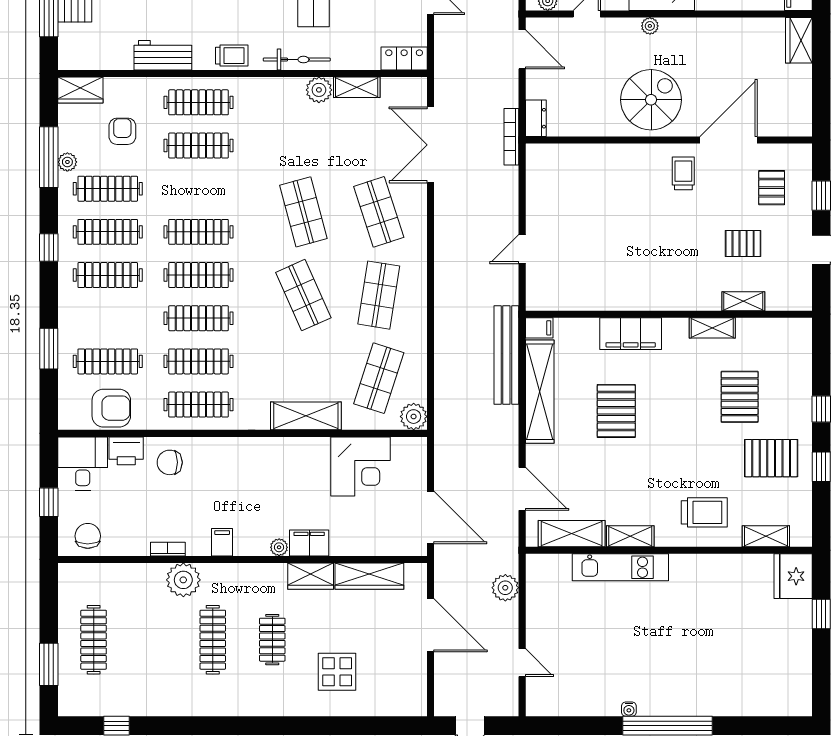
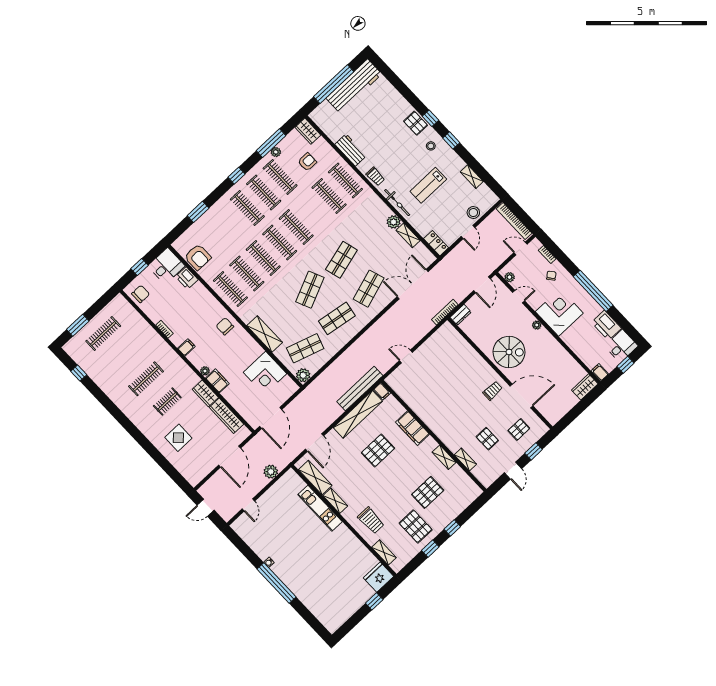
clothes rail: (108, 361) -> (214, 239), removed
chair: (170, 462) -> (225, 326), moved
plant: (183, 580) -> (158, 346), removed

